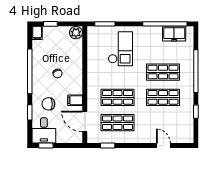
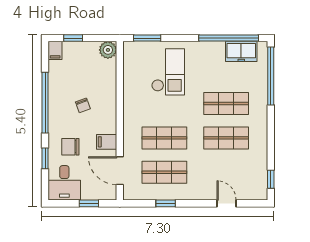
window: (196, 71) -> (271, 76), moved
window: (196, 112) -> (271, 179), moved
window: (46, 146) -> (89, 203), moved
window: (108, 146) -> (166, 203), moved

